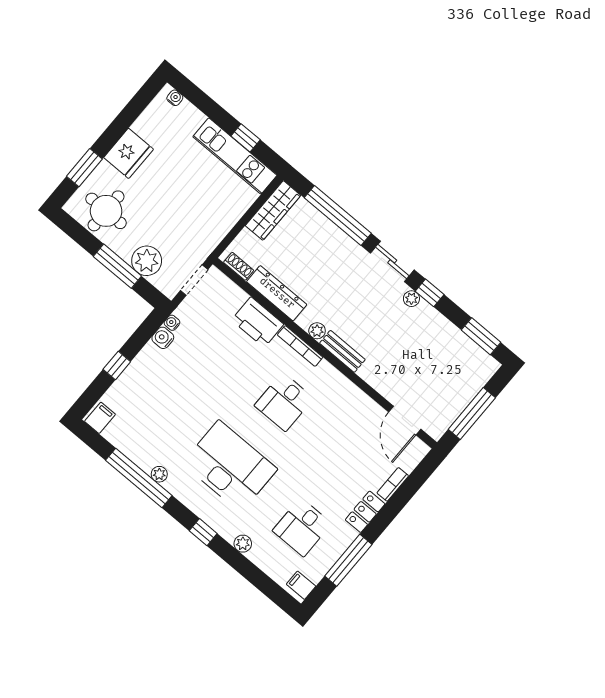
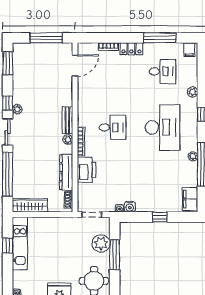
filing cabinet: (100, 418) -> (190, 199), width x2.00
desk: (230, 466) -> (162, 127), turned 180

